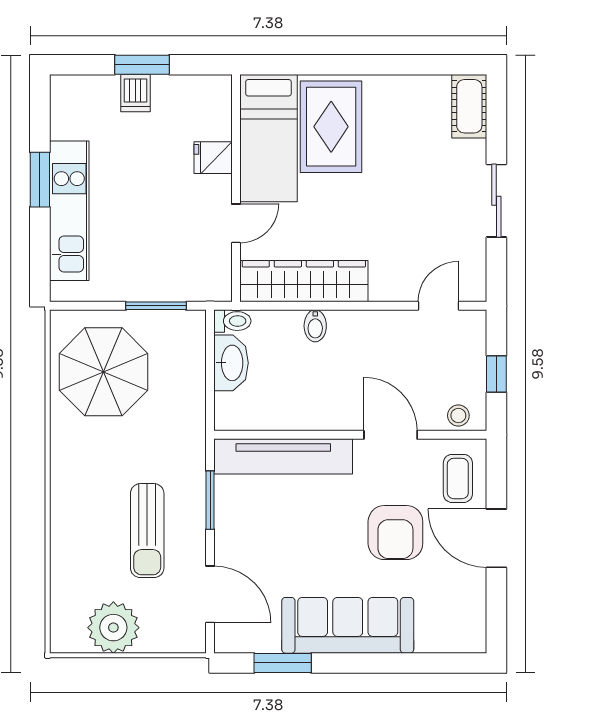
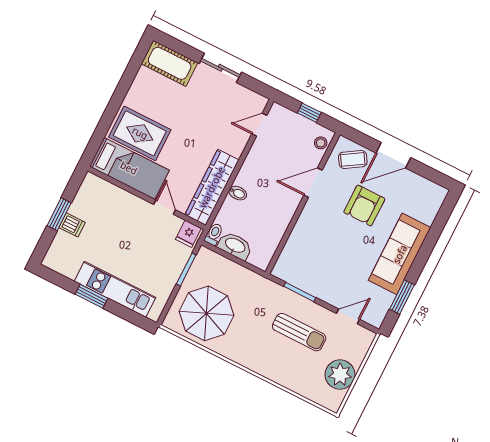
cot: (469, 106) -> (170, 63), width x1.37, depth x1.34
fridge: (213, 158) -> (188, 234), moved
door: (438, 306) -> (259, 125), hinge flipped
tv unit: (283, 456) -> (296, 243), removed
coffee table: (458, 478) -> (353, 159), turned -32
armchair: (395, 533) -> (364, 205), turned 90
door: (210, 594) -> (348, 316), width x0.73

